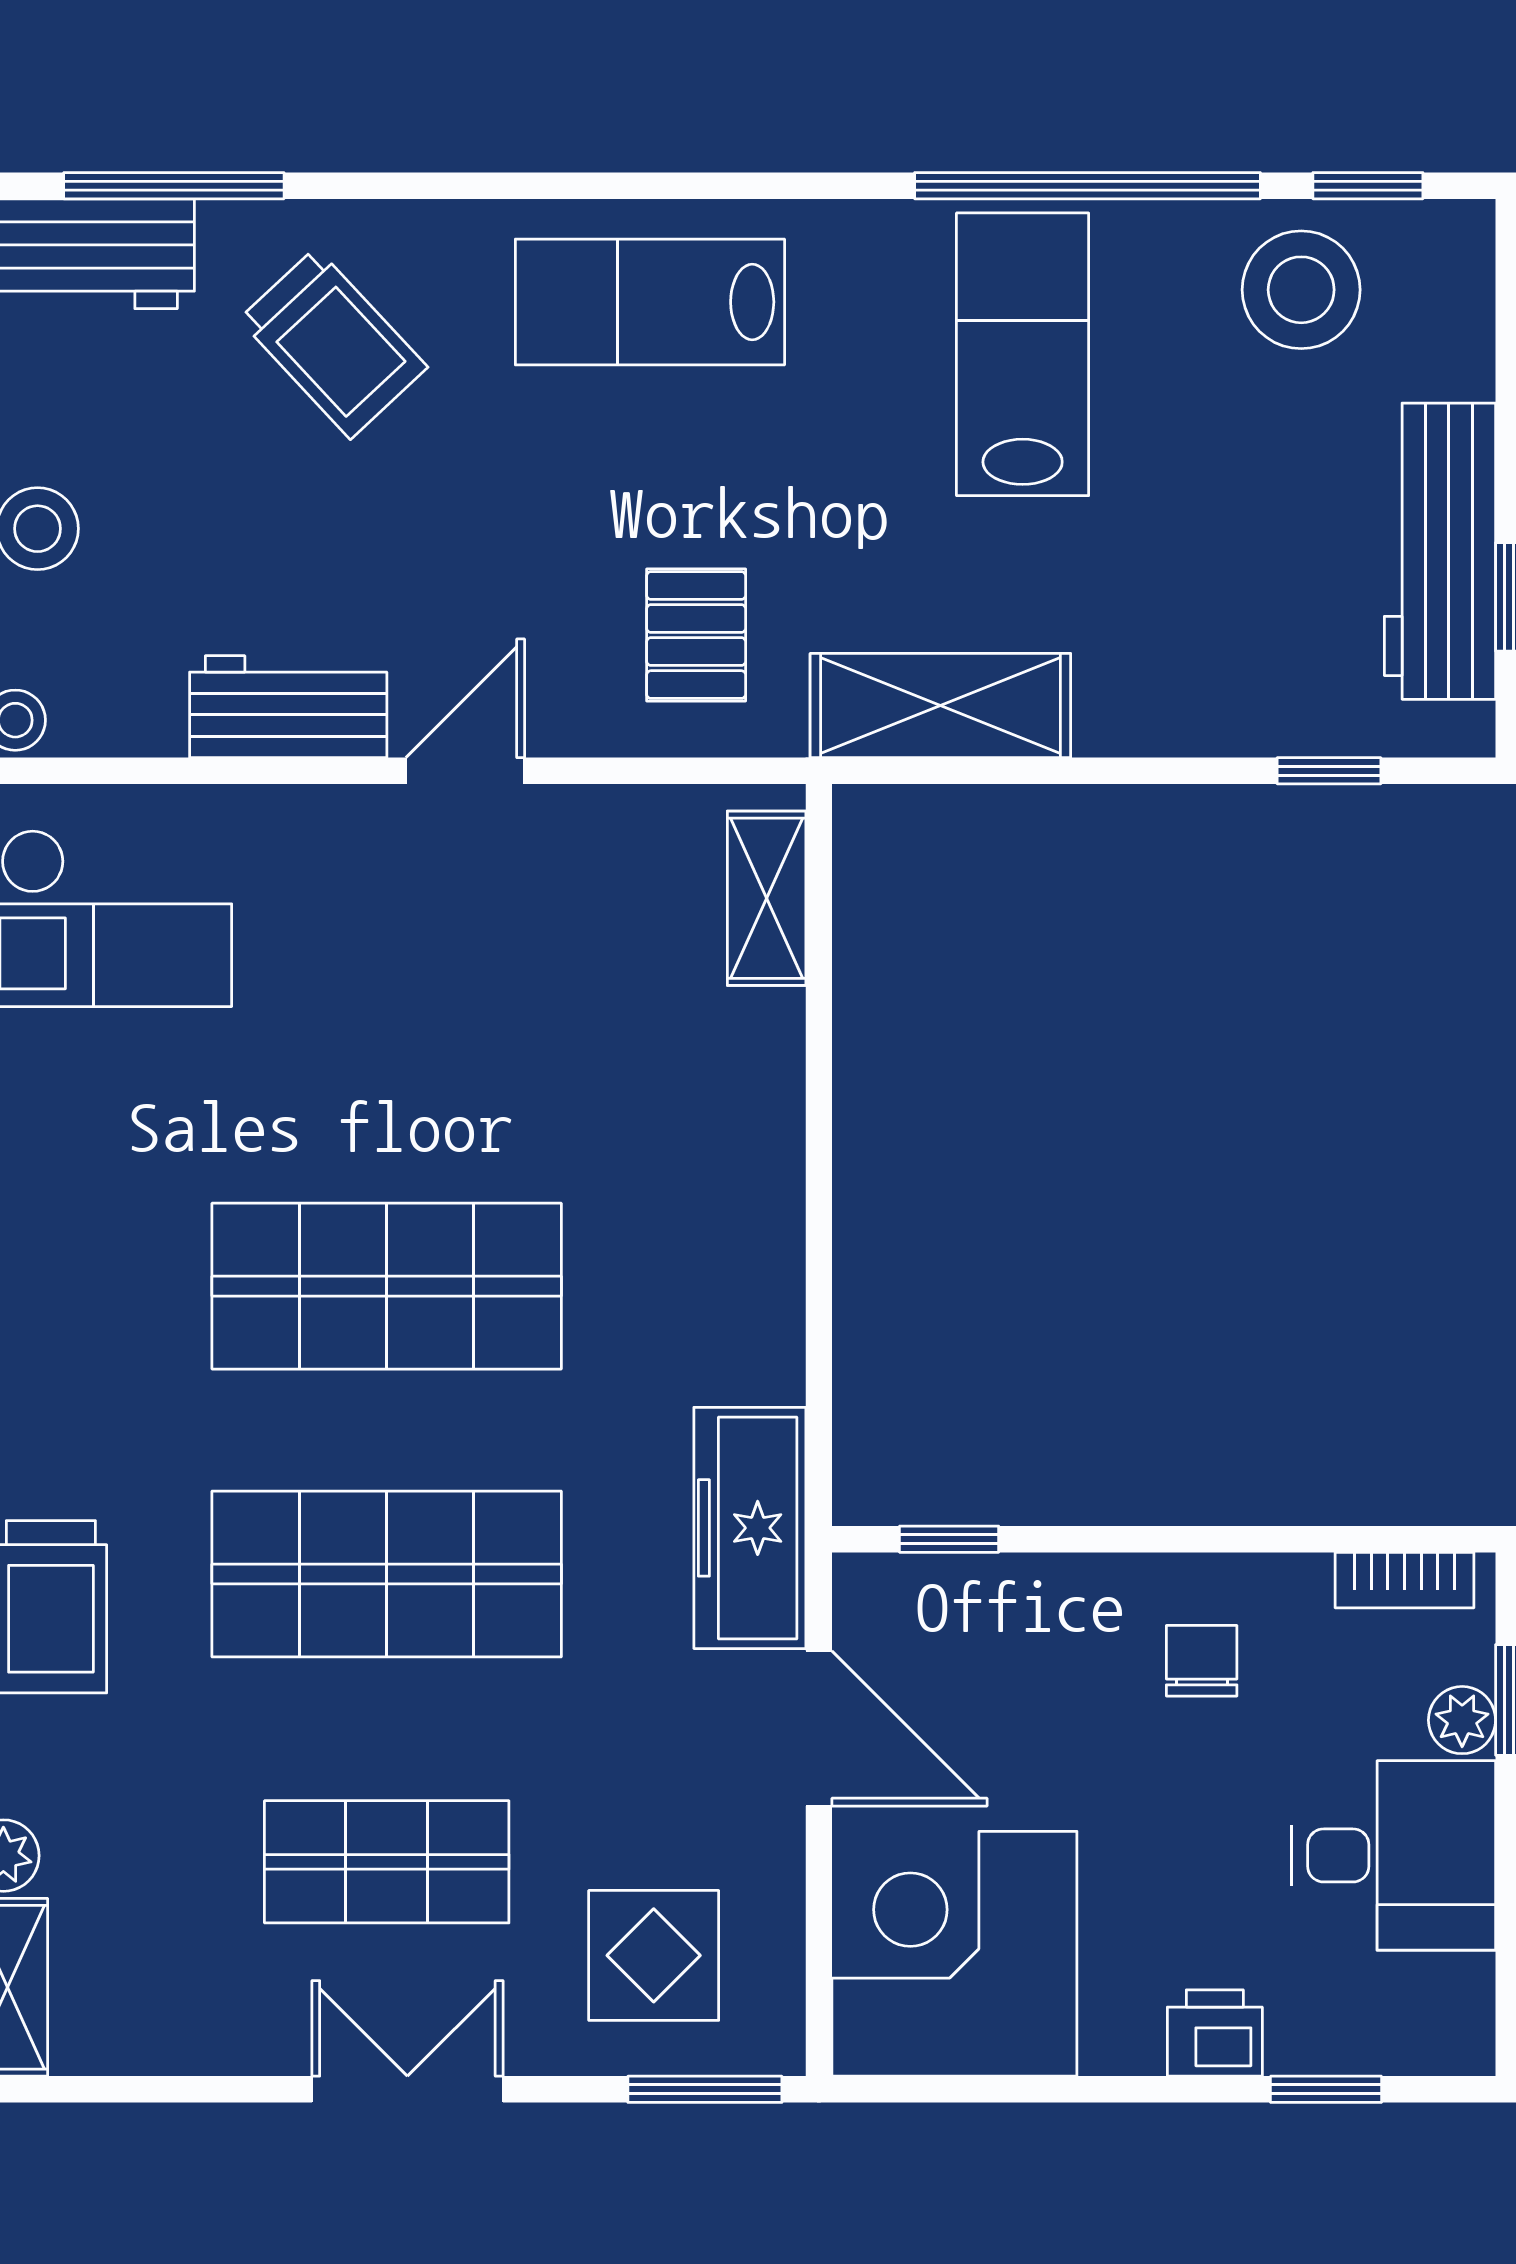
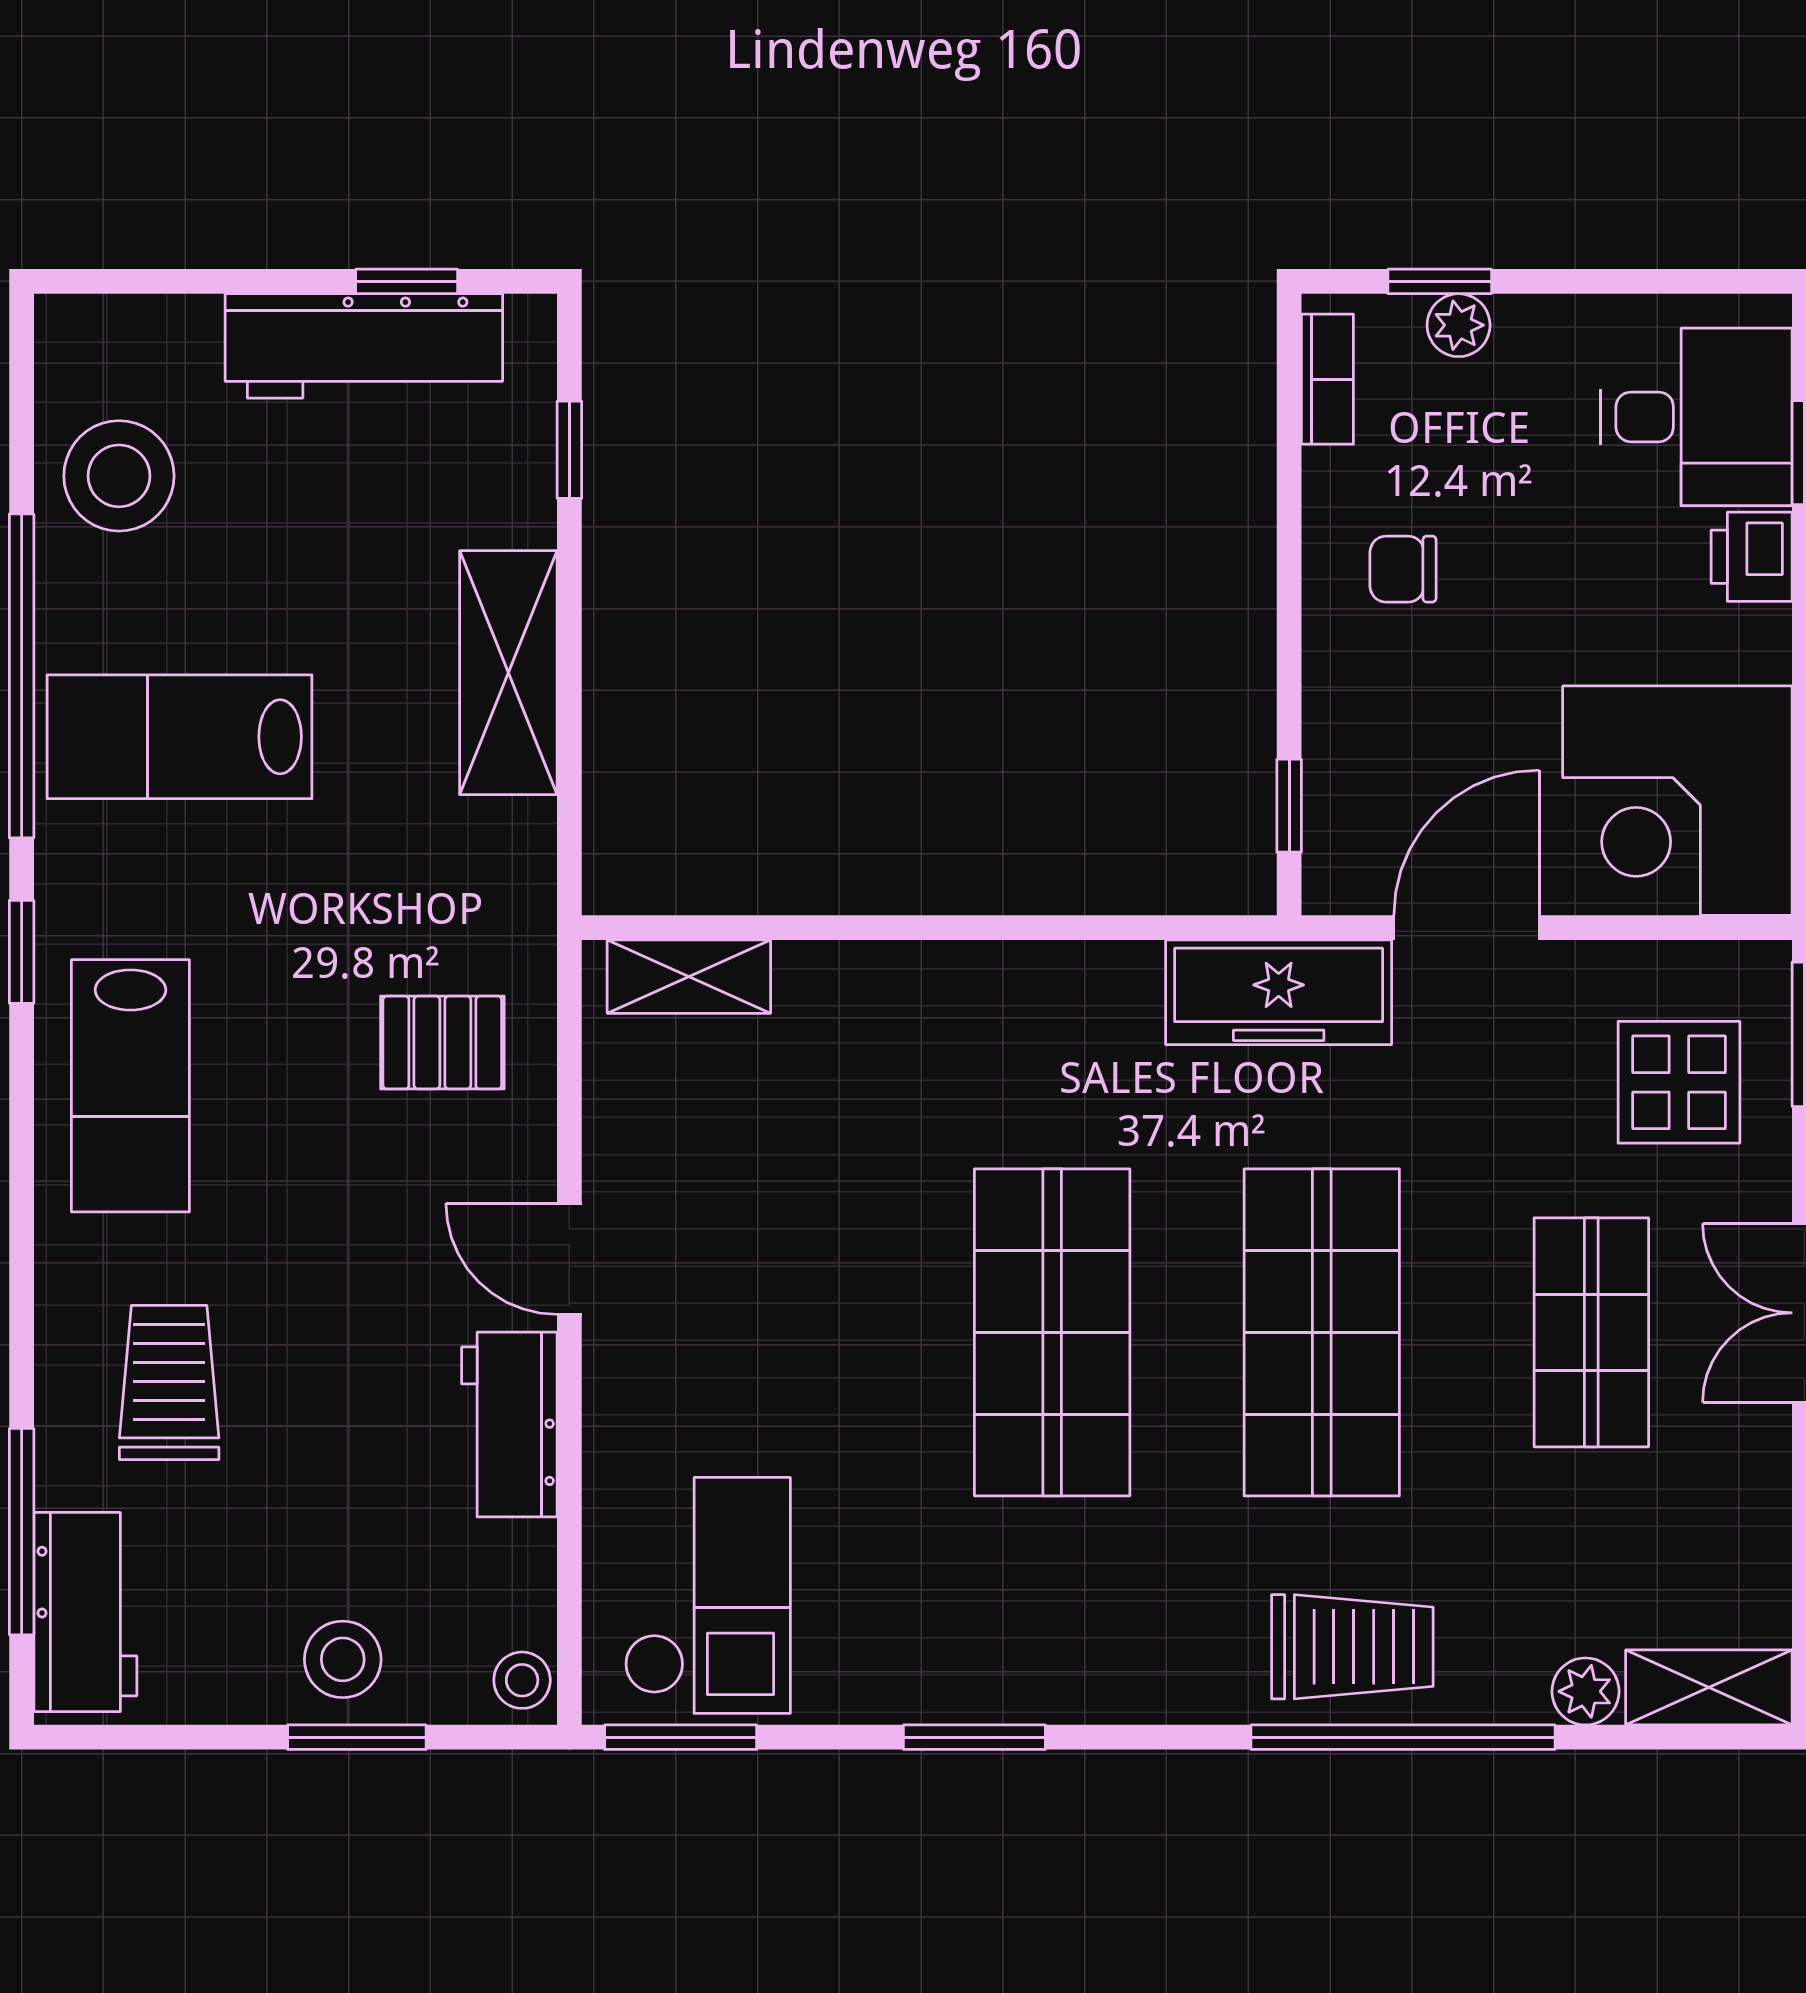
window: (1368, 186) -> (22, 952), moved
trolley: (333, 343) -> (169, 1382), turned -47
shelving: (940, 706) -> (508, 673), moved
desk: (1393, 1855) -> (1696, 417), moved, turned 90

